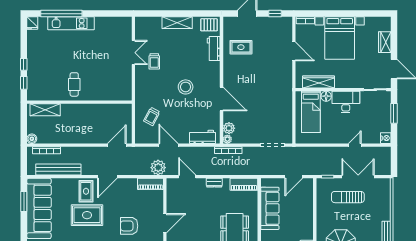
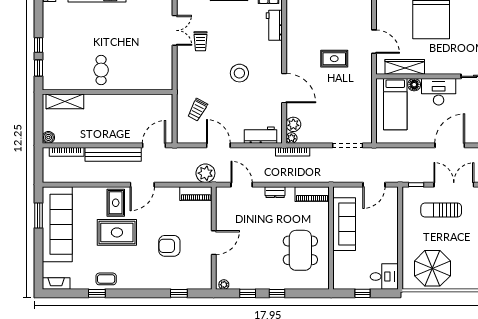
rug: (241, 47) -> (334, 59), moved
door: (294, 51) -> (374, 42), moved
door: (355, 145) -> (450, 145), width x1.87
bench: (58, 169) -> (113, 154), moved

